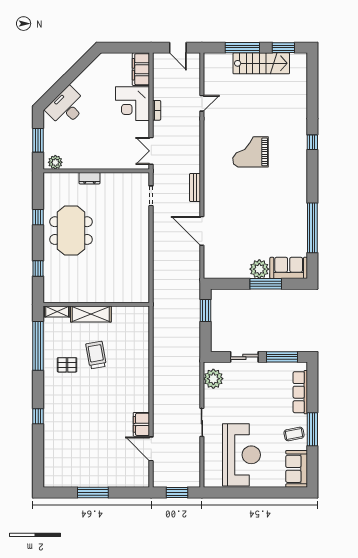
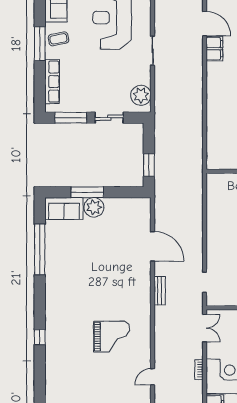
grand piano: (251, 152) -> (112, 337), moved

